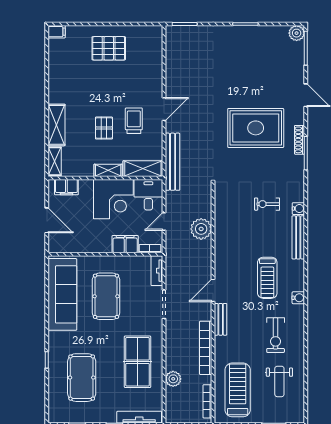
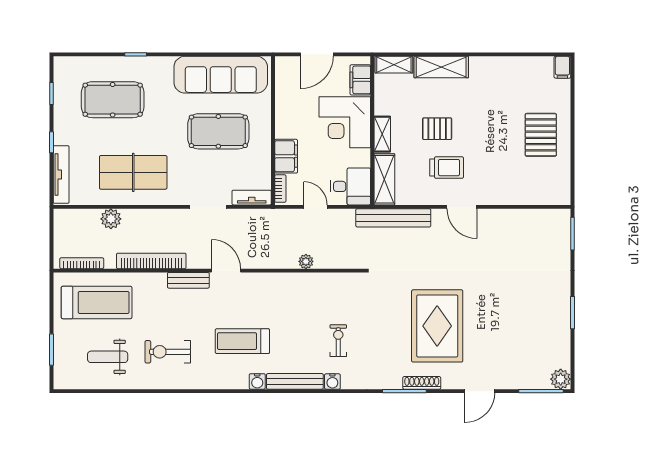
corner desk: (113, 199) -> (345, 122), moved
plant: (201, 229) -> (306, 261), width x0.53, depth x0.53
water cooler: (298, 298) -> (257, 381), moved

